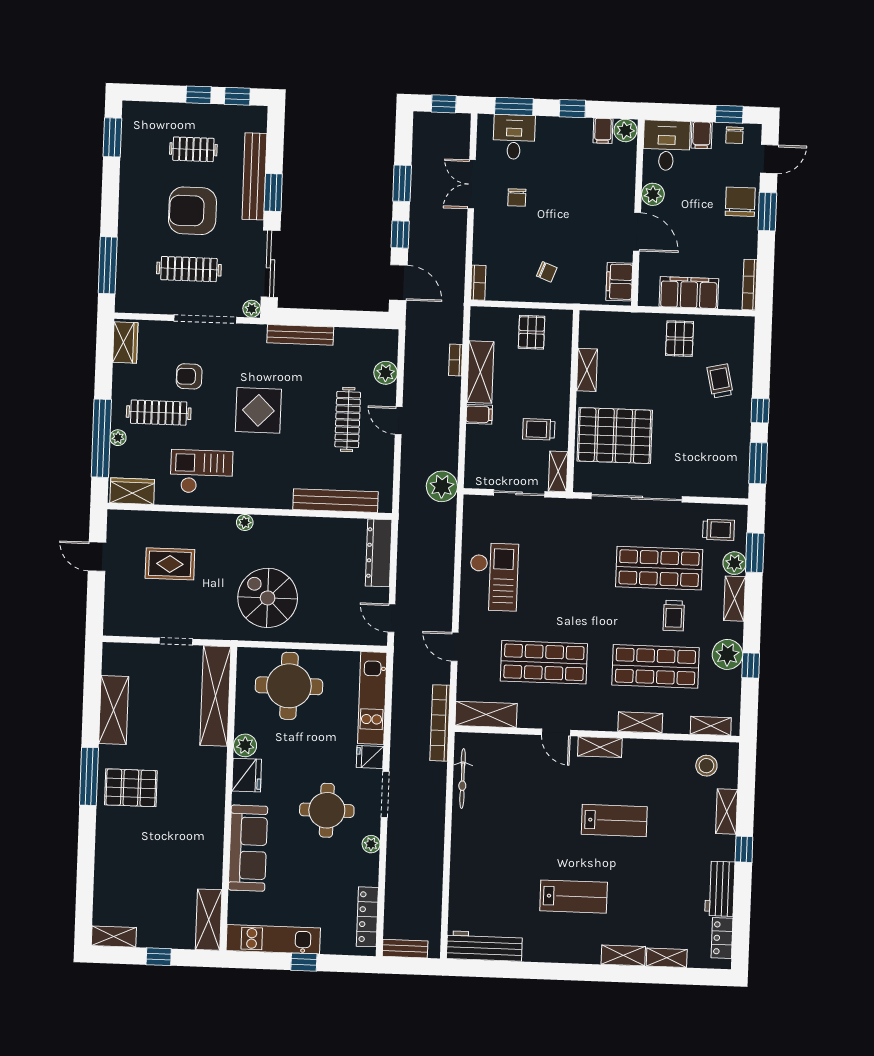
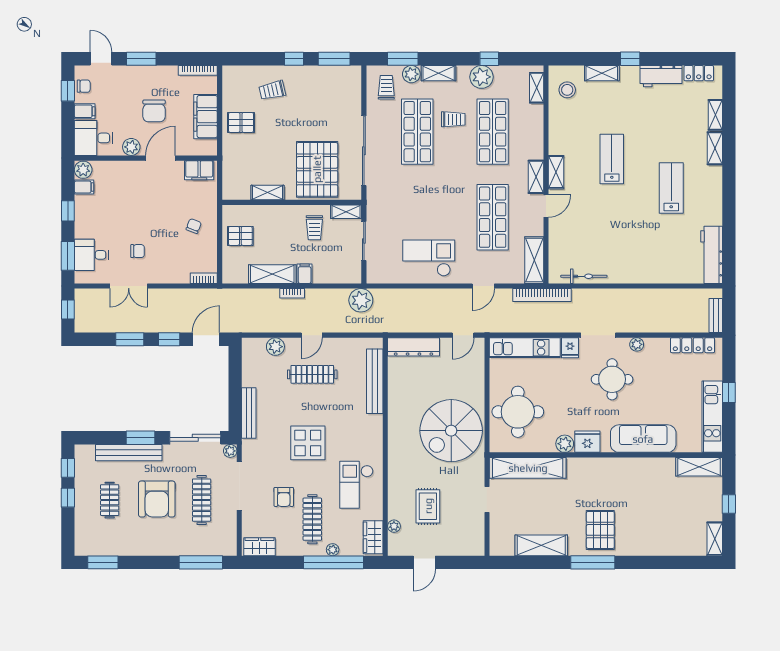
chair: (740, 202) -> (154, 111), moved, turned -90
bookcase: (456, 360) -> (292, 293), moved
plant: (245, 522) -> (394, 526), moved
spiral stairs: (268, 598) -> (451, 431), width x1.37, depth x1.37
shelving: (640, 722) -> (536, 177), moved

